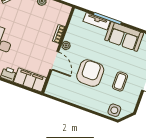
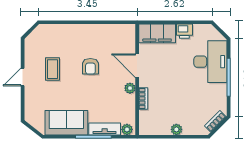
plant: (80, 15) -> (127, 129), added
armchair: (90, 73) -> (90, 66), width x0.53, depth x0.53
side table: (114, 110) -> (47, 33), removed

